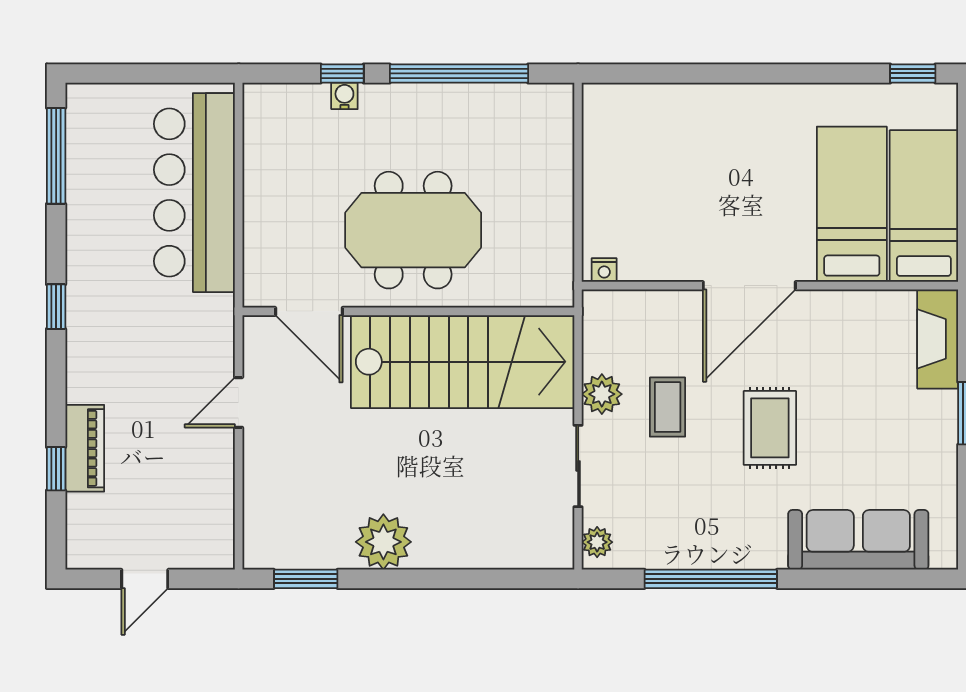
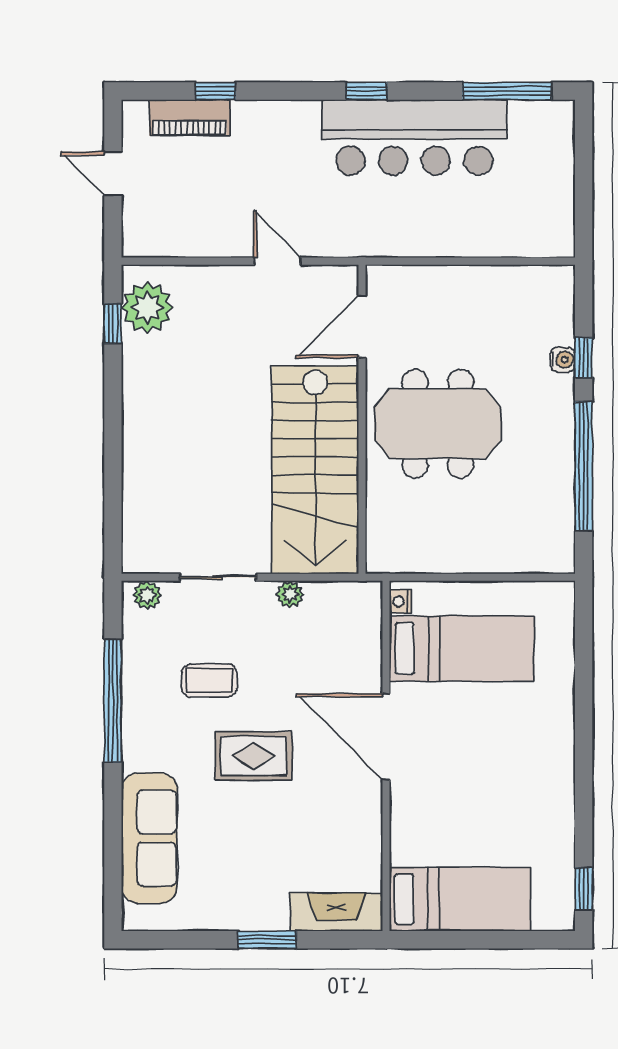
bar counter: (194, 193) -> (414, 137), moved, turned 180
bed: (852, 204) -> (462, 649), moved
meeting table: (413, 230) -> (438, 424), turned 90
plant: (602, 394) -> (290, 594), width x0.73, depth x0.73
coffee table: (668, 407) -> (209, 680), moved
piano: (85, 448) -> (190, 118), moved
plant: (383, 542) -> (147, 307), moved
window: (306, 579) -> (113, 324), width x0.67

